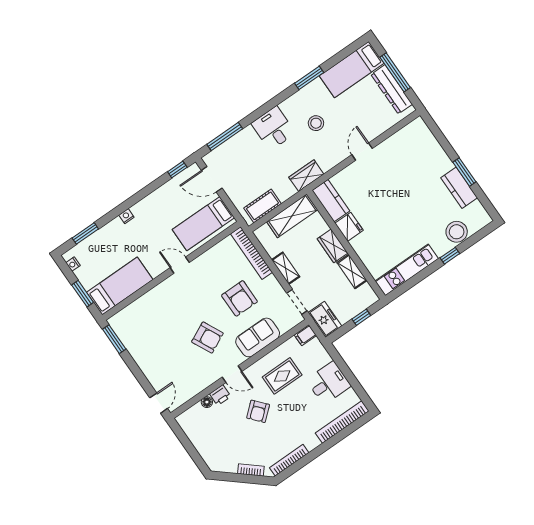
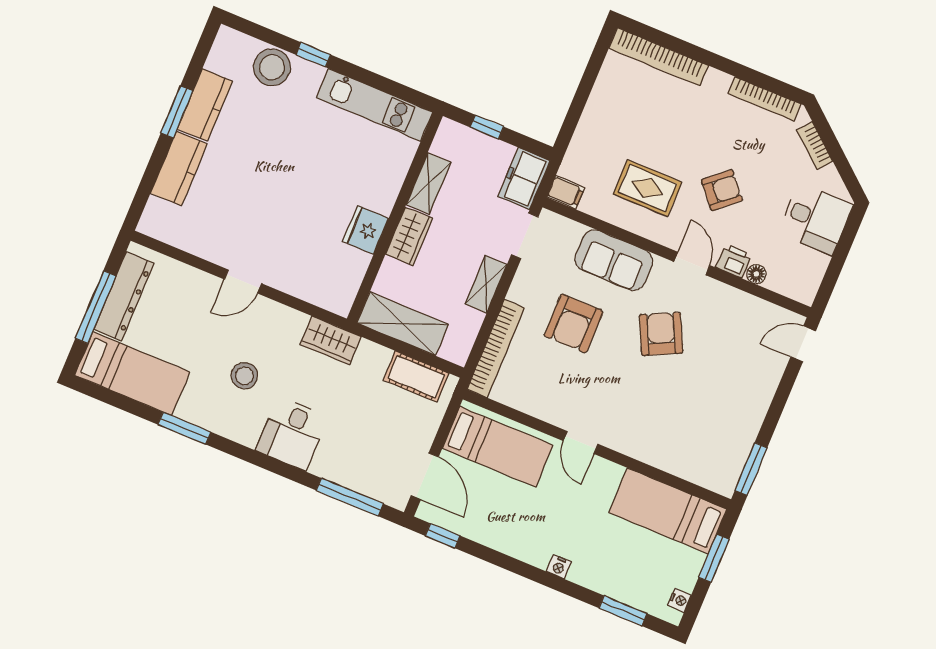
kitchen counter: (331, 201) -> (179, 168), moved, turned 180
armchair: (239, 298) -> (574, 323), turned 180
desk: (329, 383) -> (815, 219), moved, turned 180

